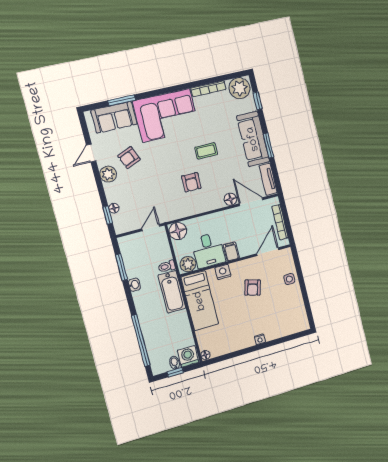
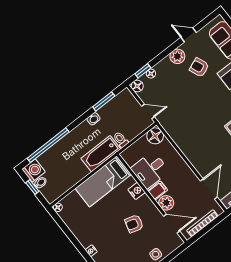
armchair: (191, 182) -> (202, 129), removed
floor lamp: (230, 199) -> (137, 86), moved
plant: (188, 264) -> (166, 203), moved
washing machine: (188, 356) -> (34, 171), moved

